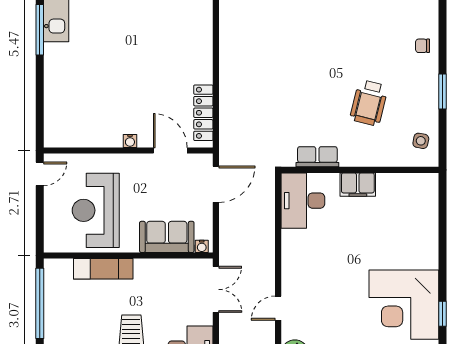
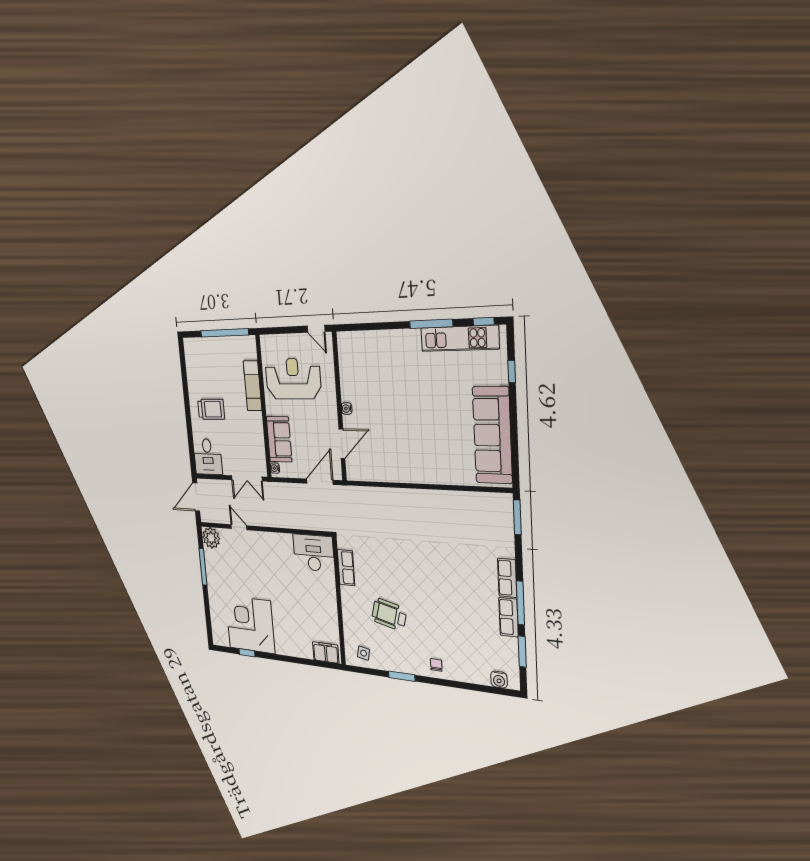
locker: (203, 113) -> (373, 473), removed
door: (216, 184) -> (320, 482), swing flipped
filing cabinet: (358, 185) -> (326, 653), moved, turned 90

